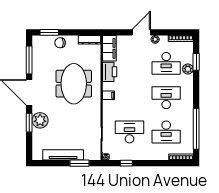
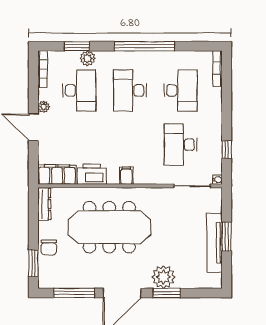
meeting table: (74, 84) -> (109, 227), width x1.36
window: (196, 129) -> (144, 46), moved
window: (79, 163) -> (227, 237), moved

